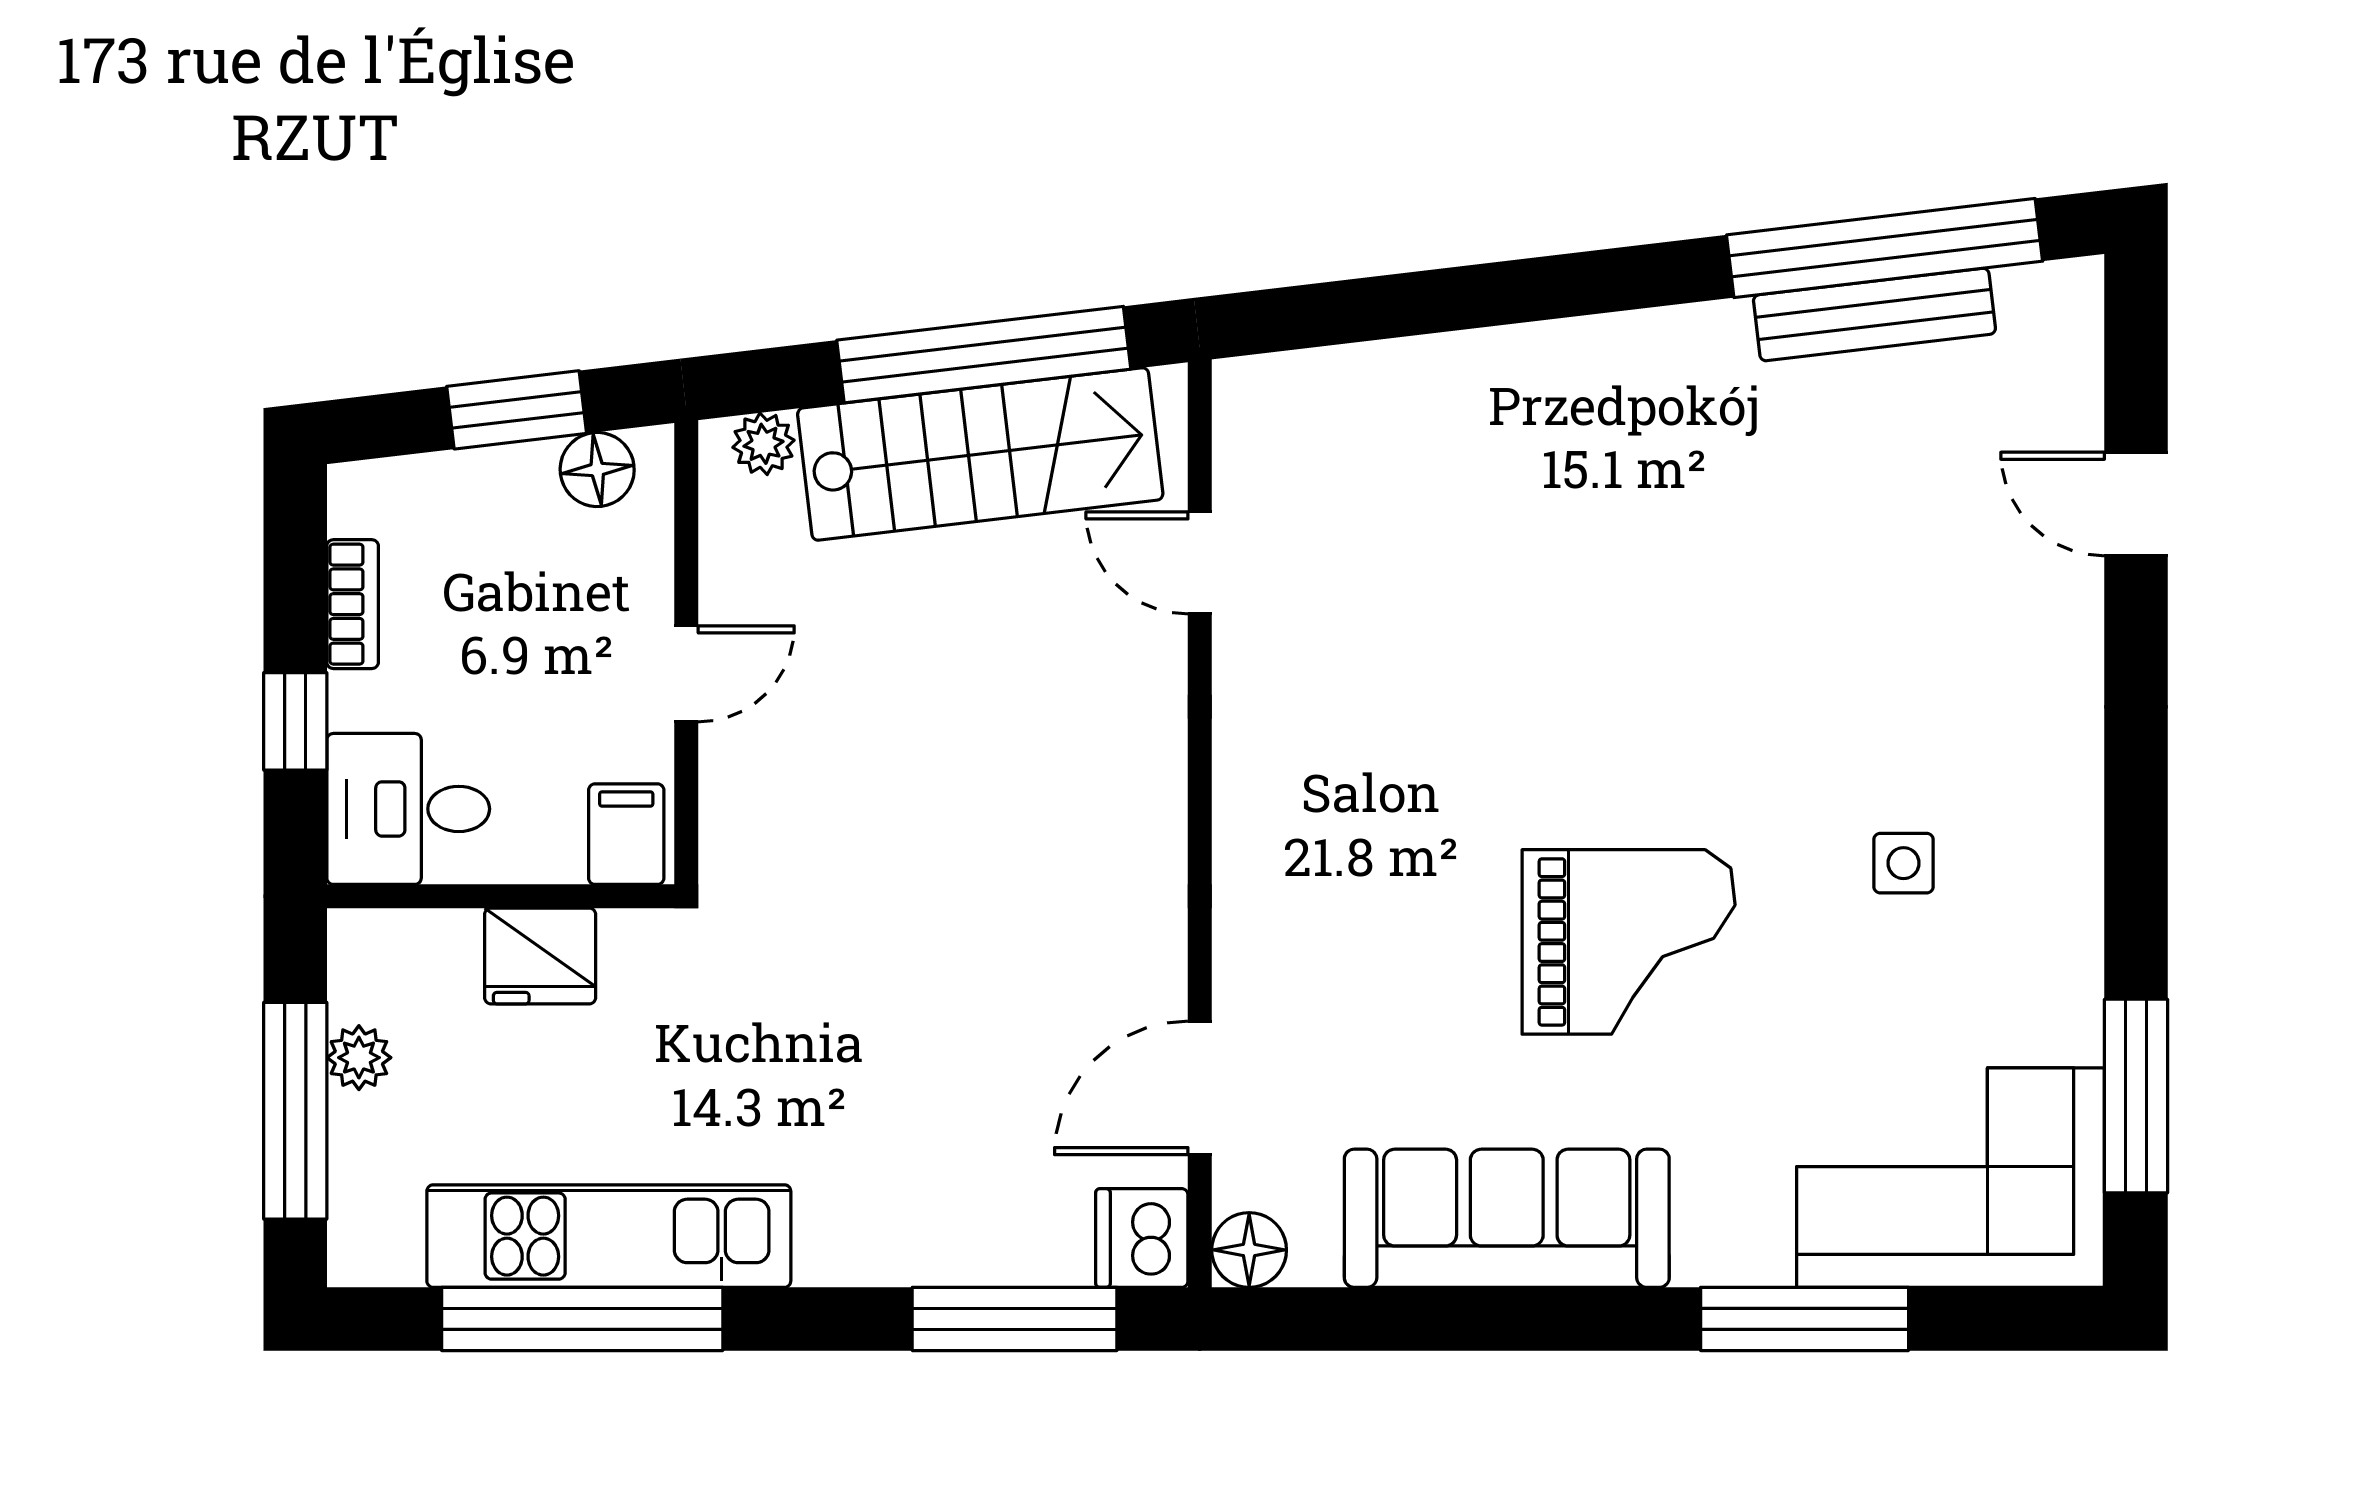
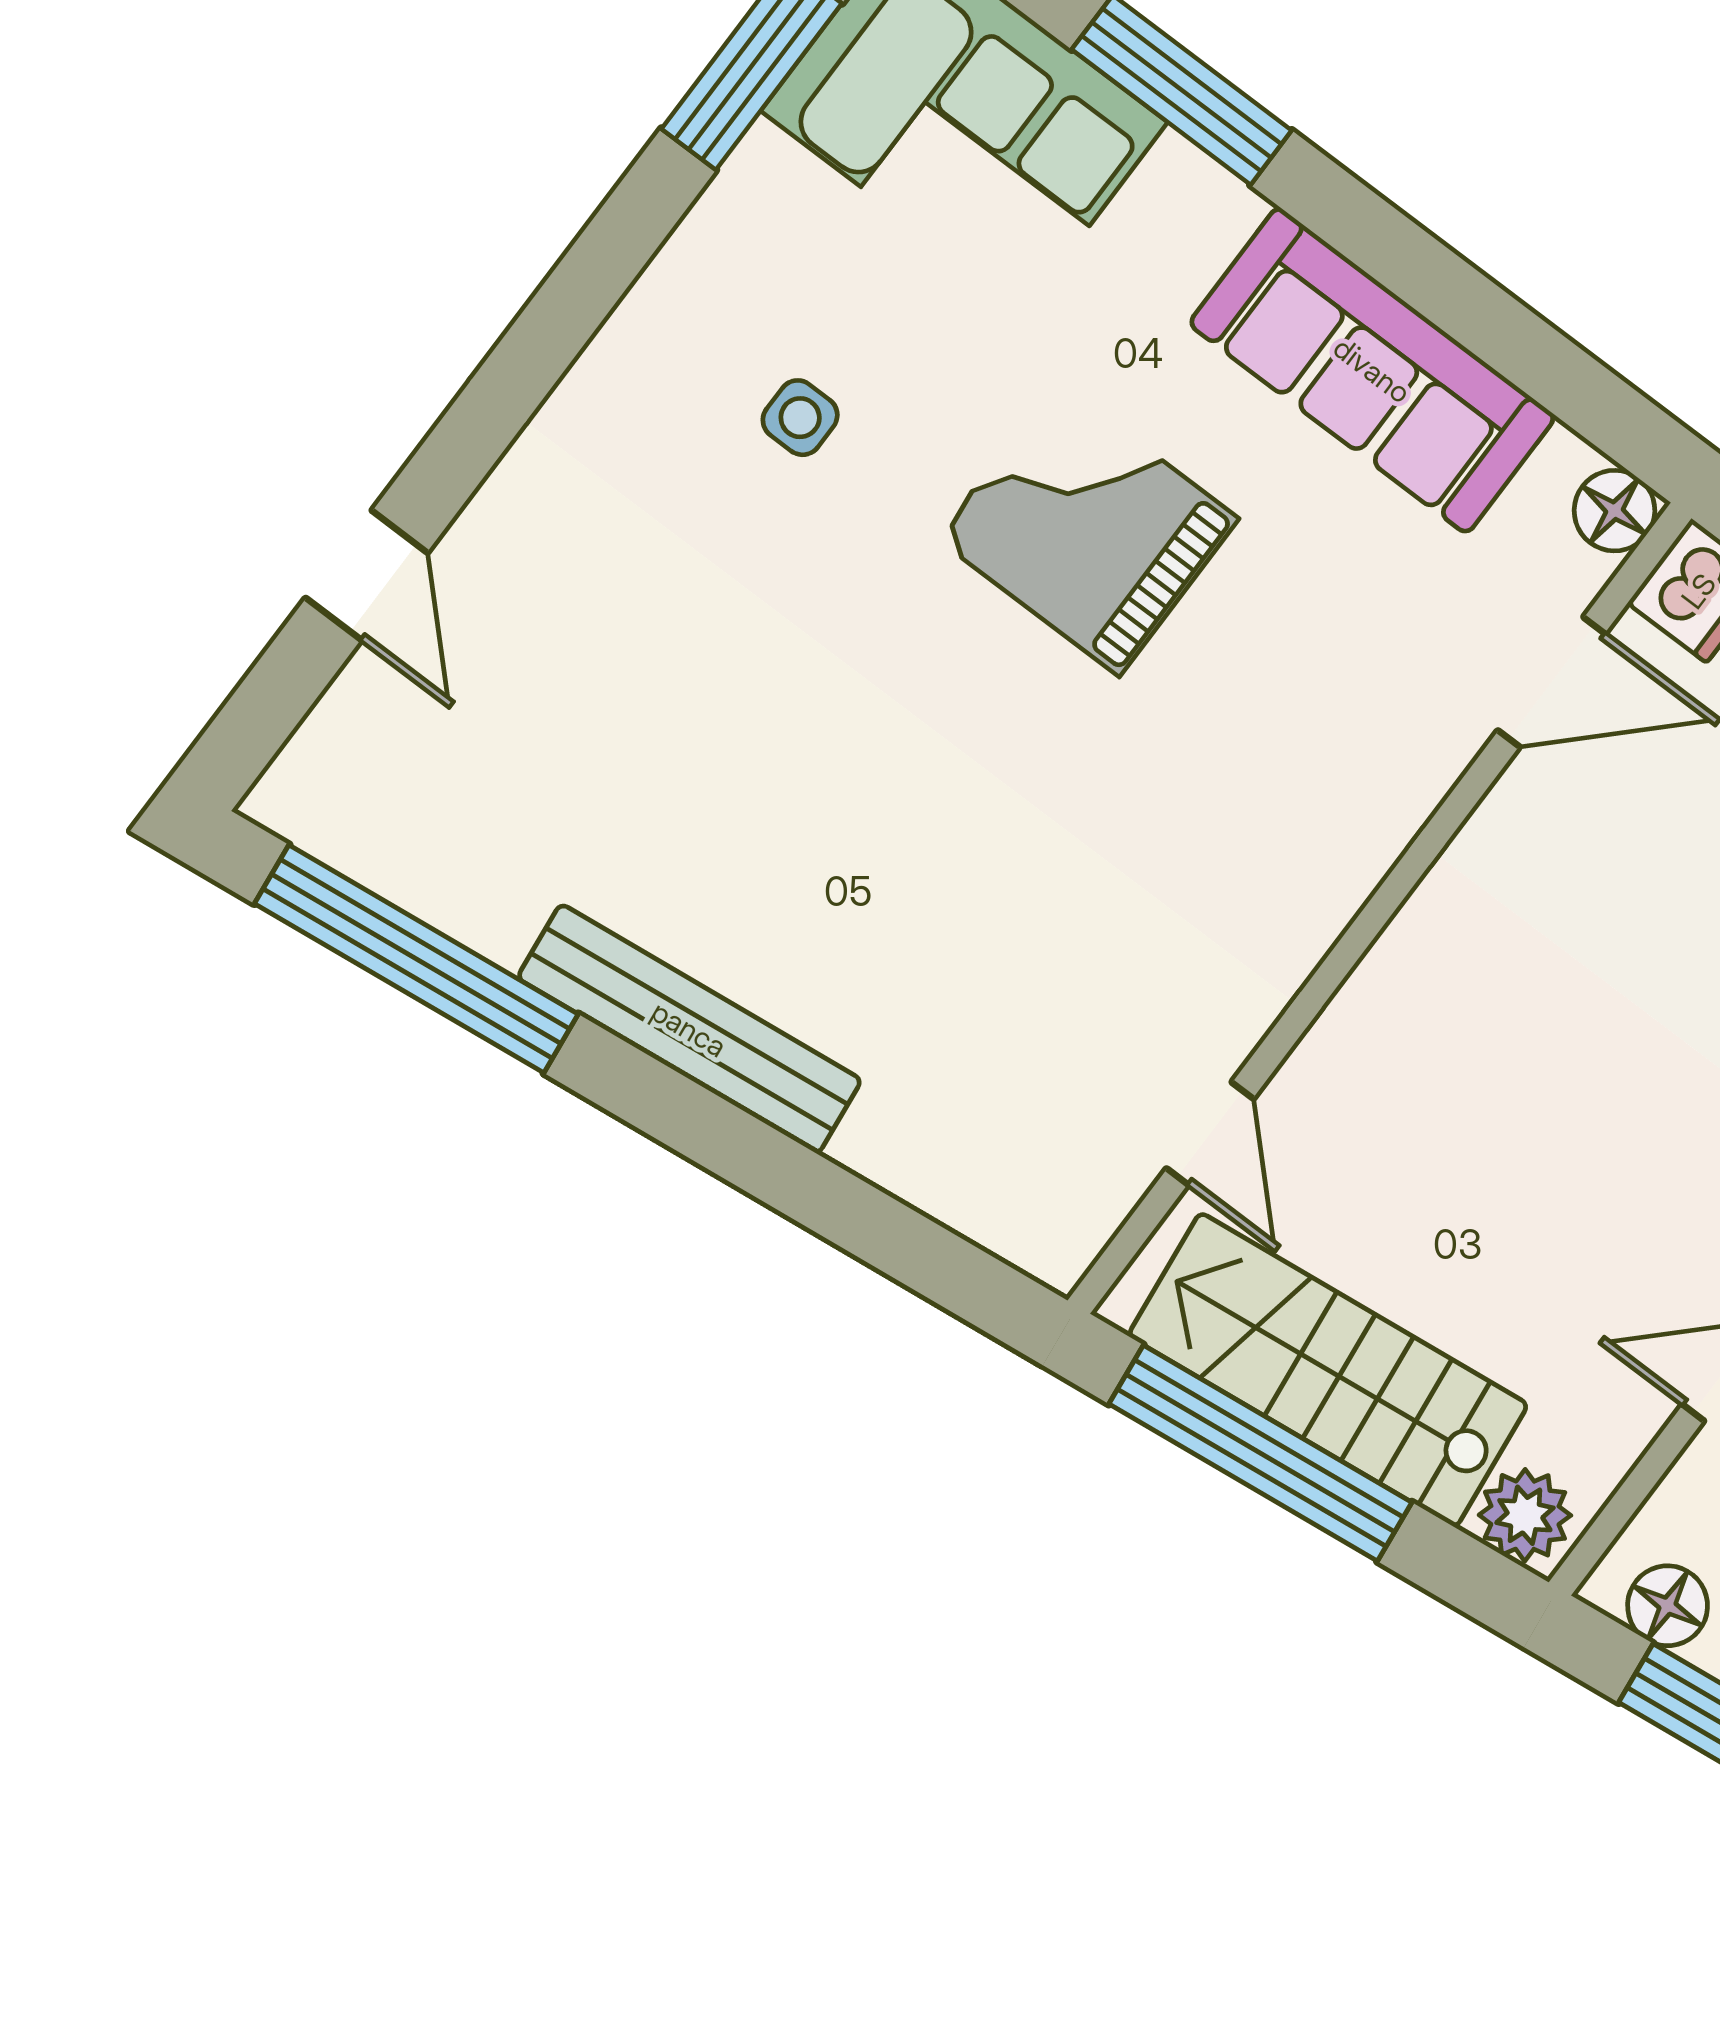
bench: (1874, 315) -> (689, 1029), moved, width x1.37, depth x1.21
plant: (764, 444) -> (1525, 1515), width x1.38, depth x1.38

